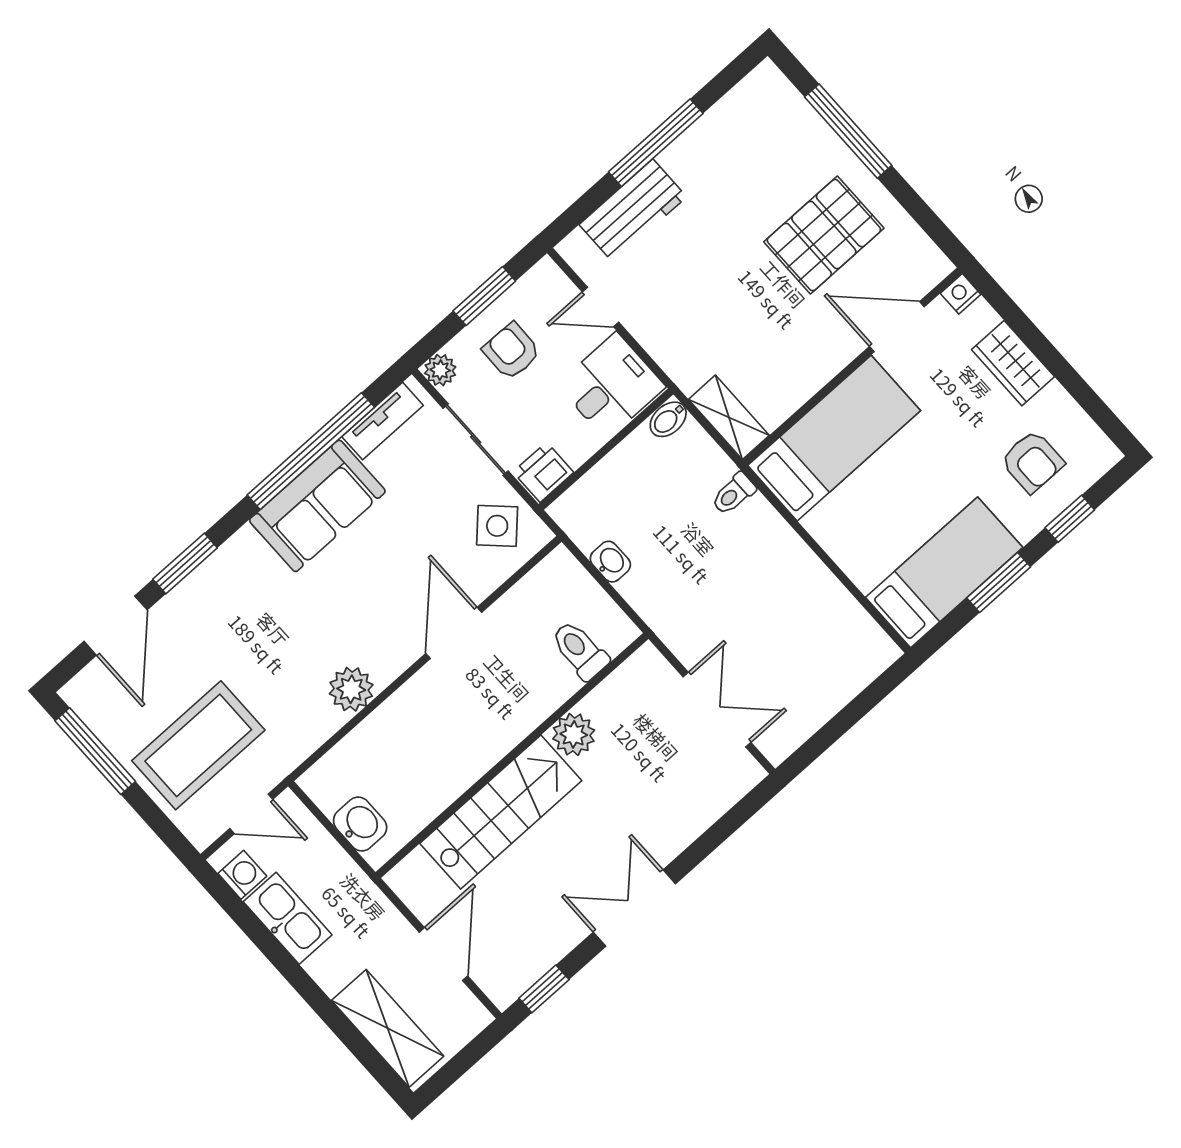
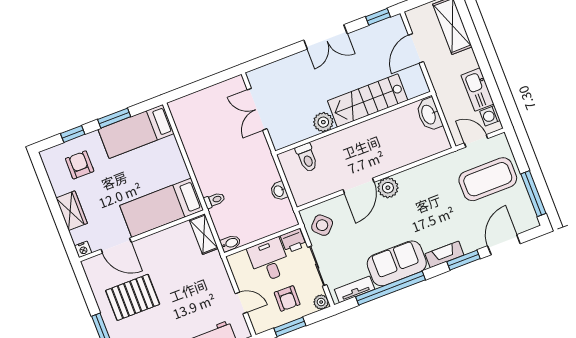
desk: (611, 386) -> (269, 260), moved, turned 90
fireplace: (228, 561) -> (444, 254), added
plant: (351, 689) -> (388, 188), moved
washbasin: (360, 824) -> (429, 114), width x1.38

